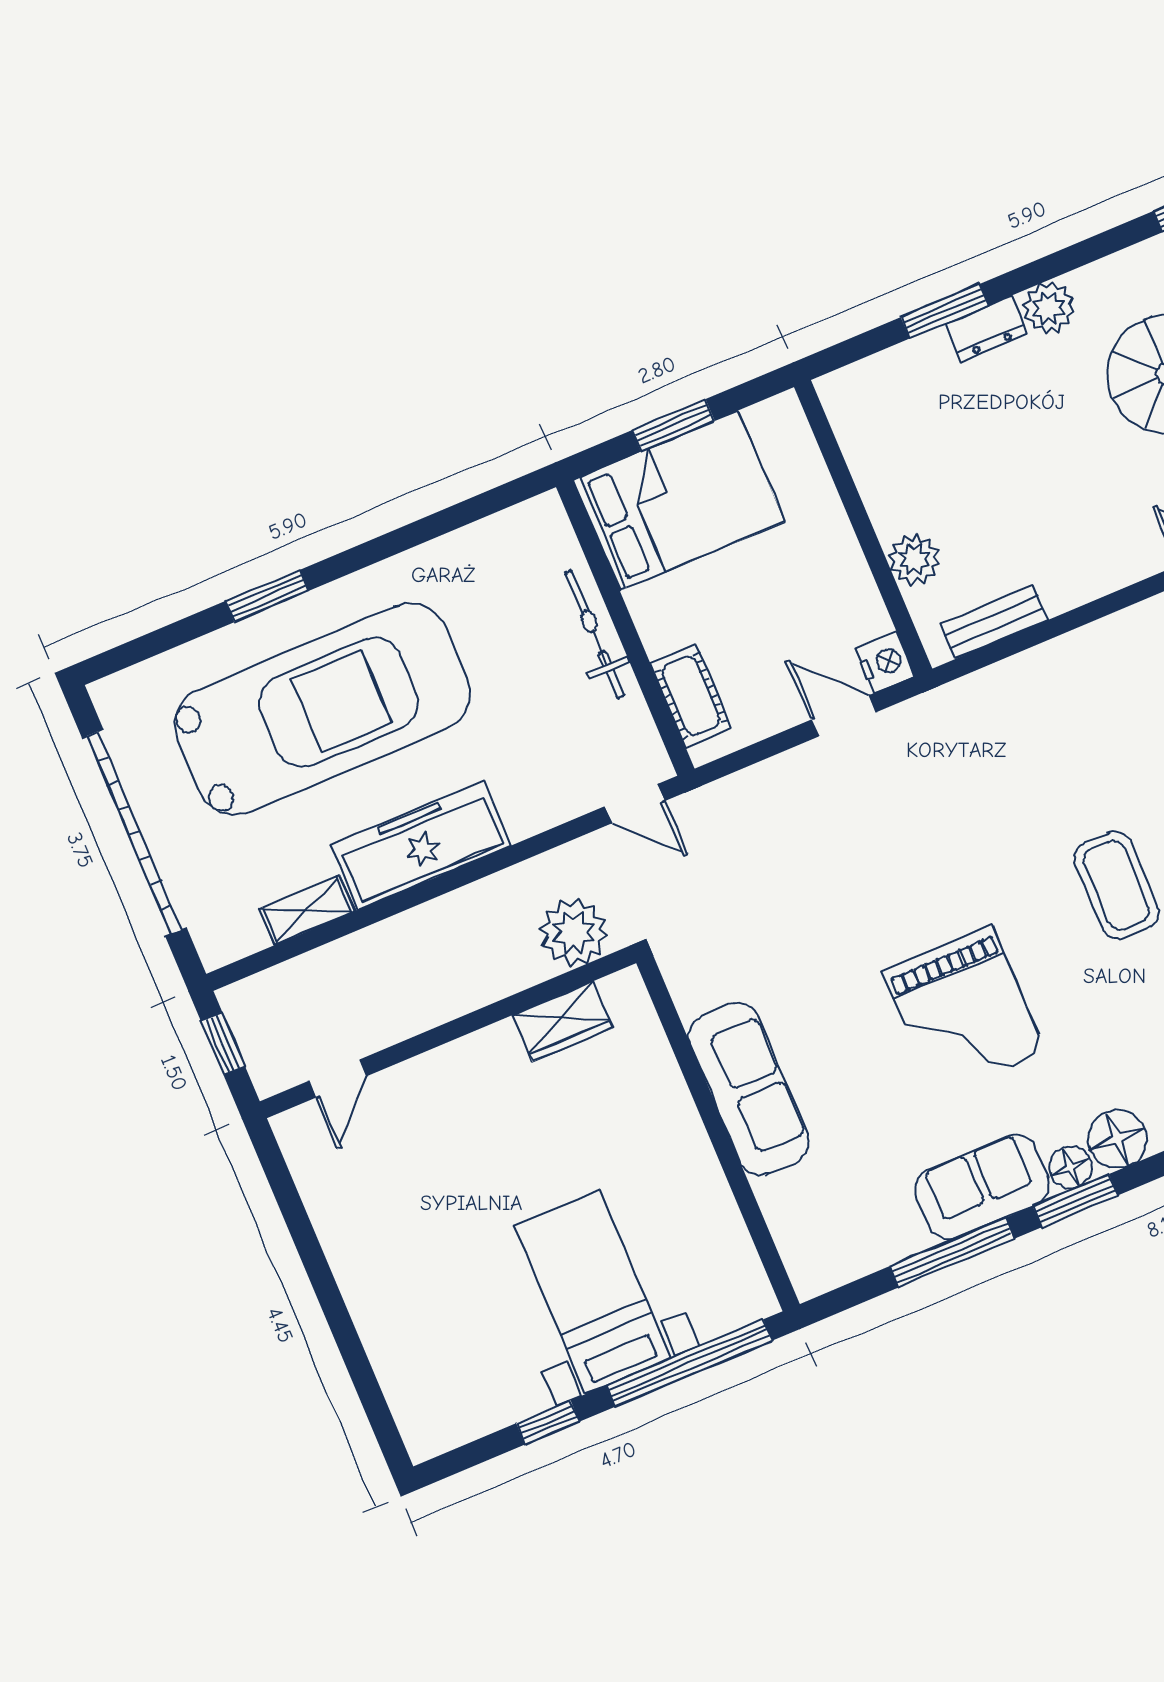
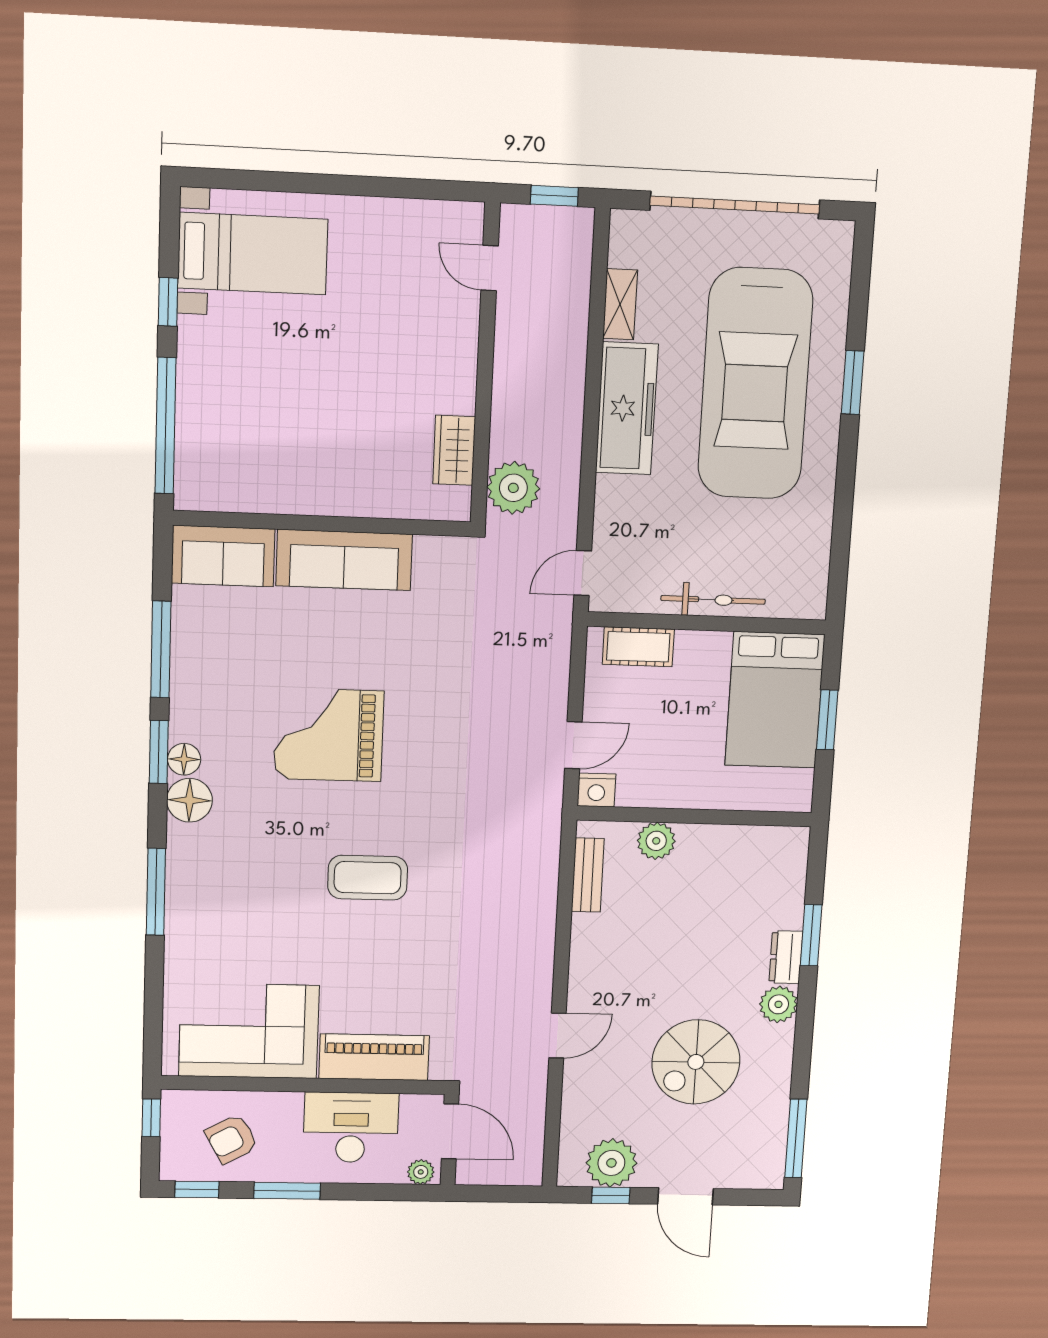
sofa: (982, 1187) -> (223, 556), moved, turned 90
bed with nightstands: (593, 1292) -> (253, 254), moved

